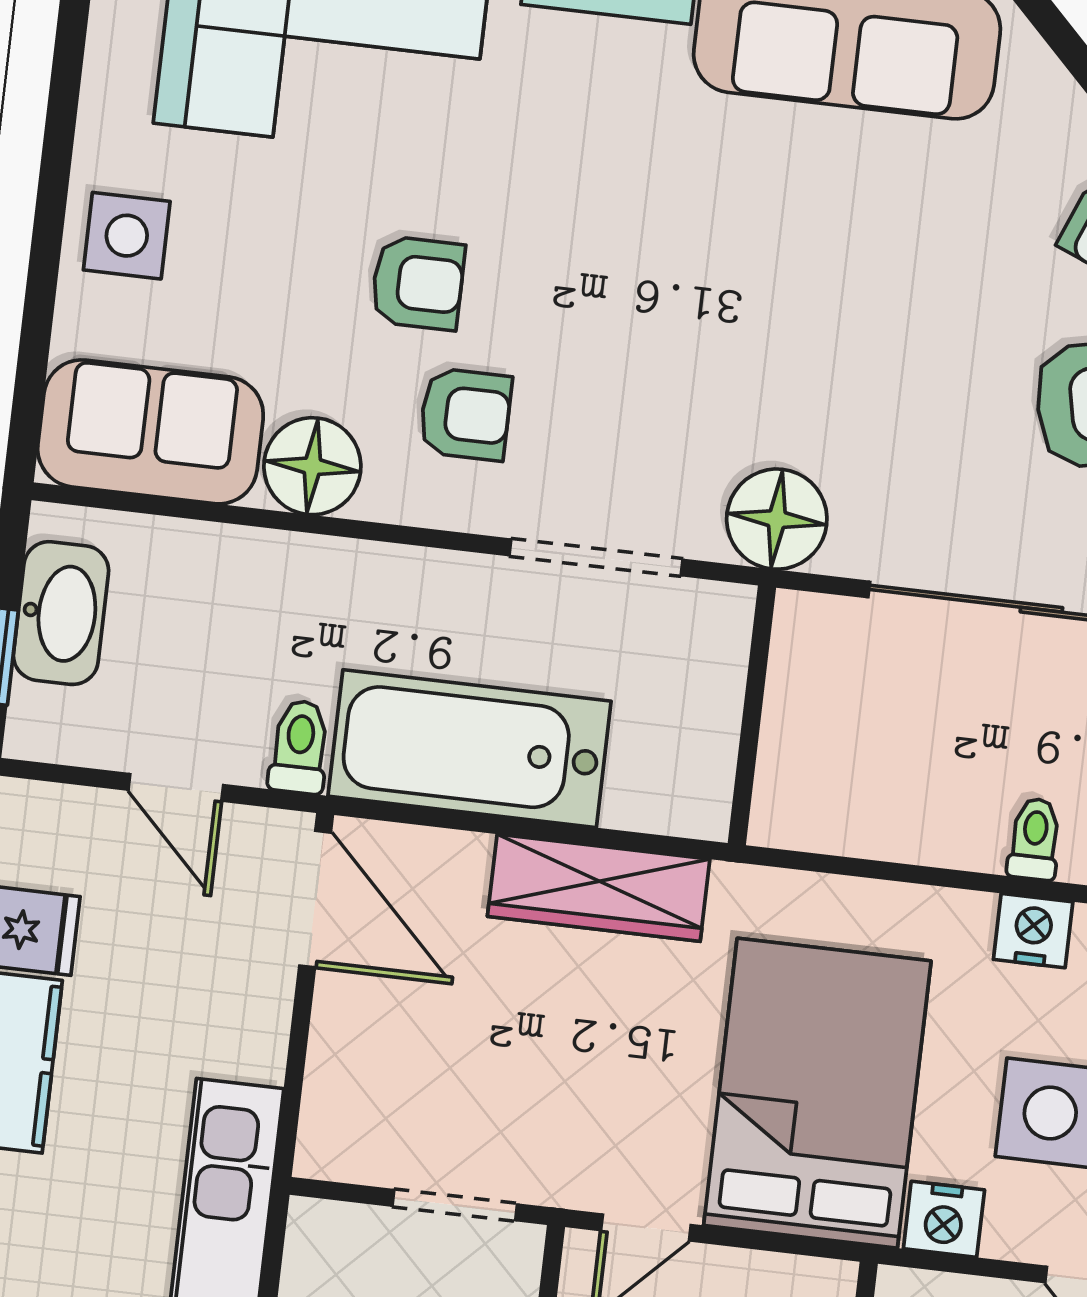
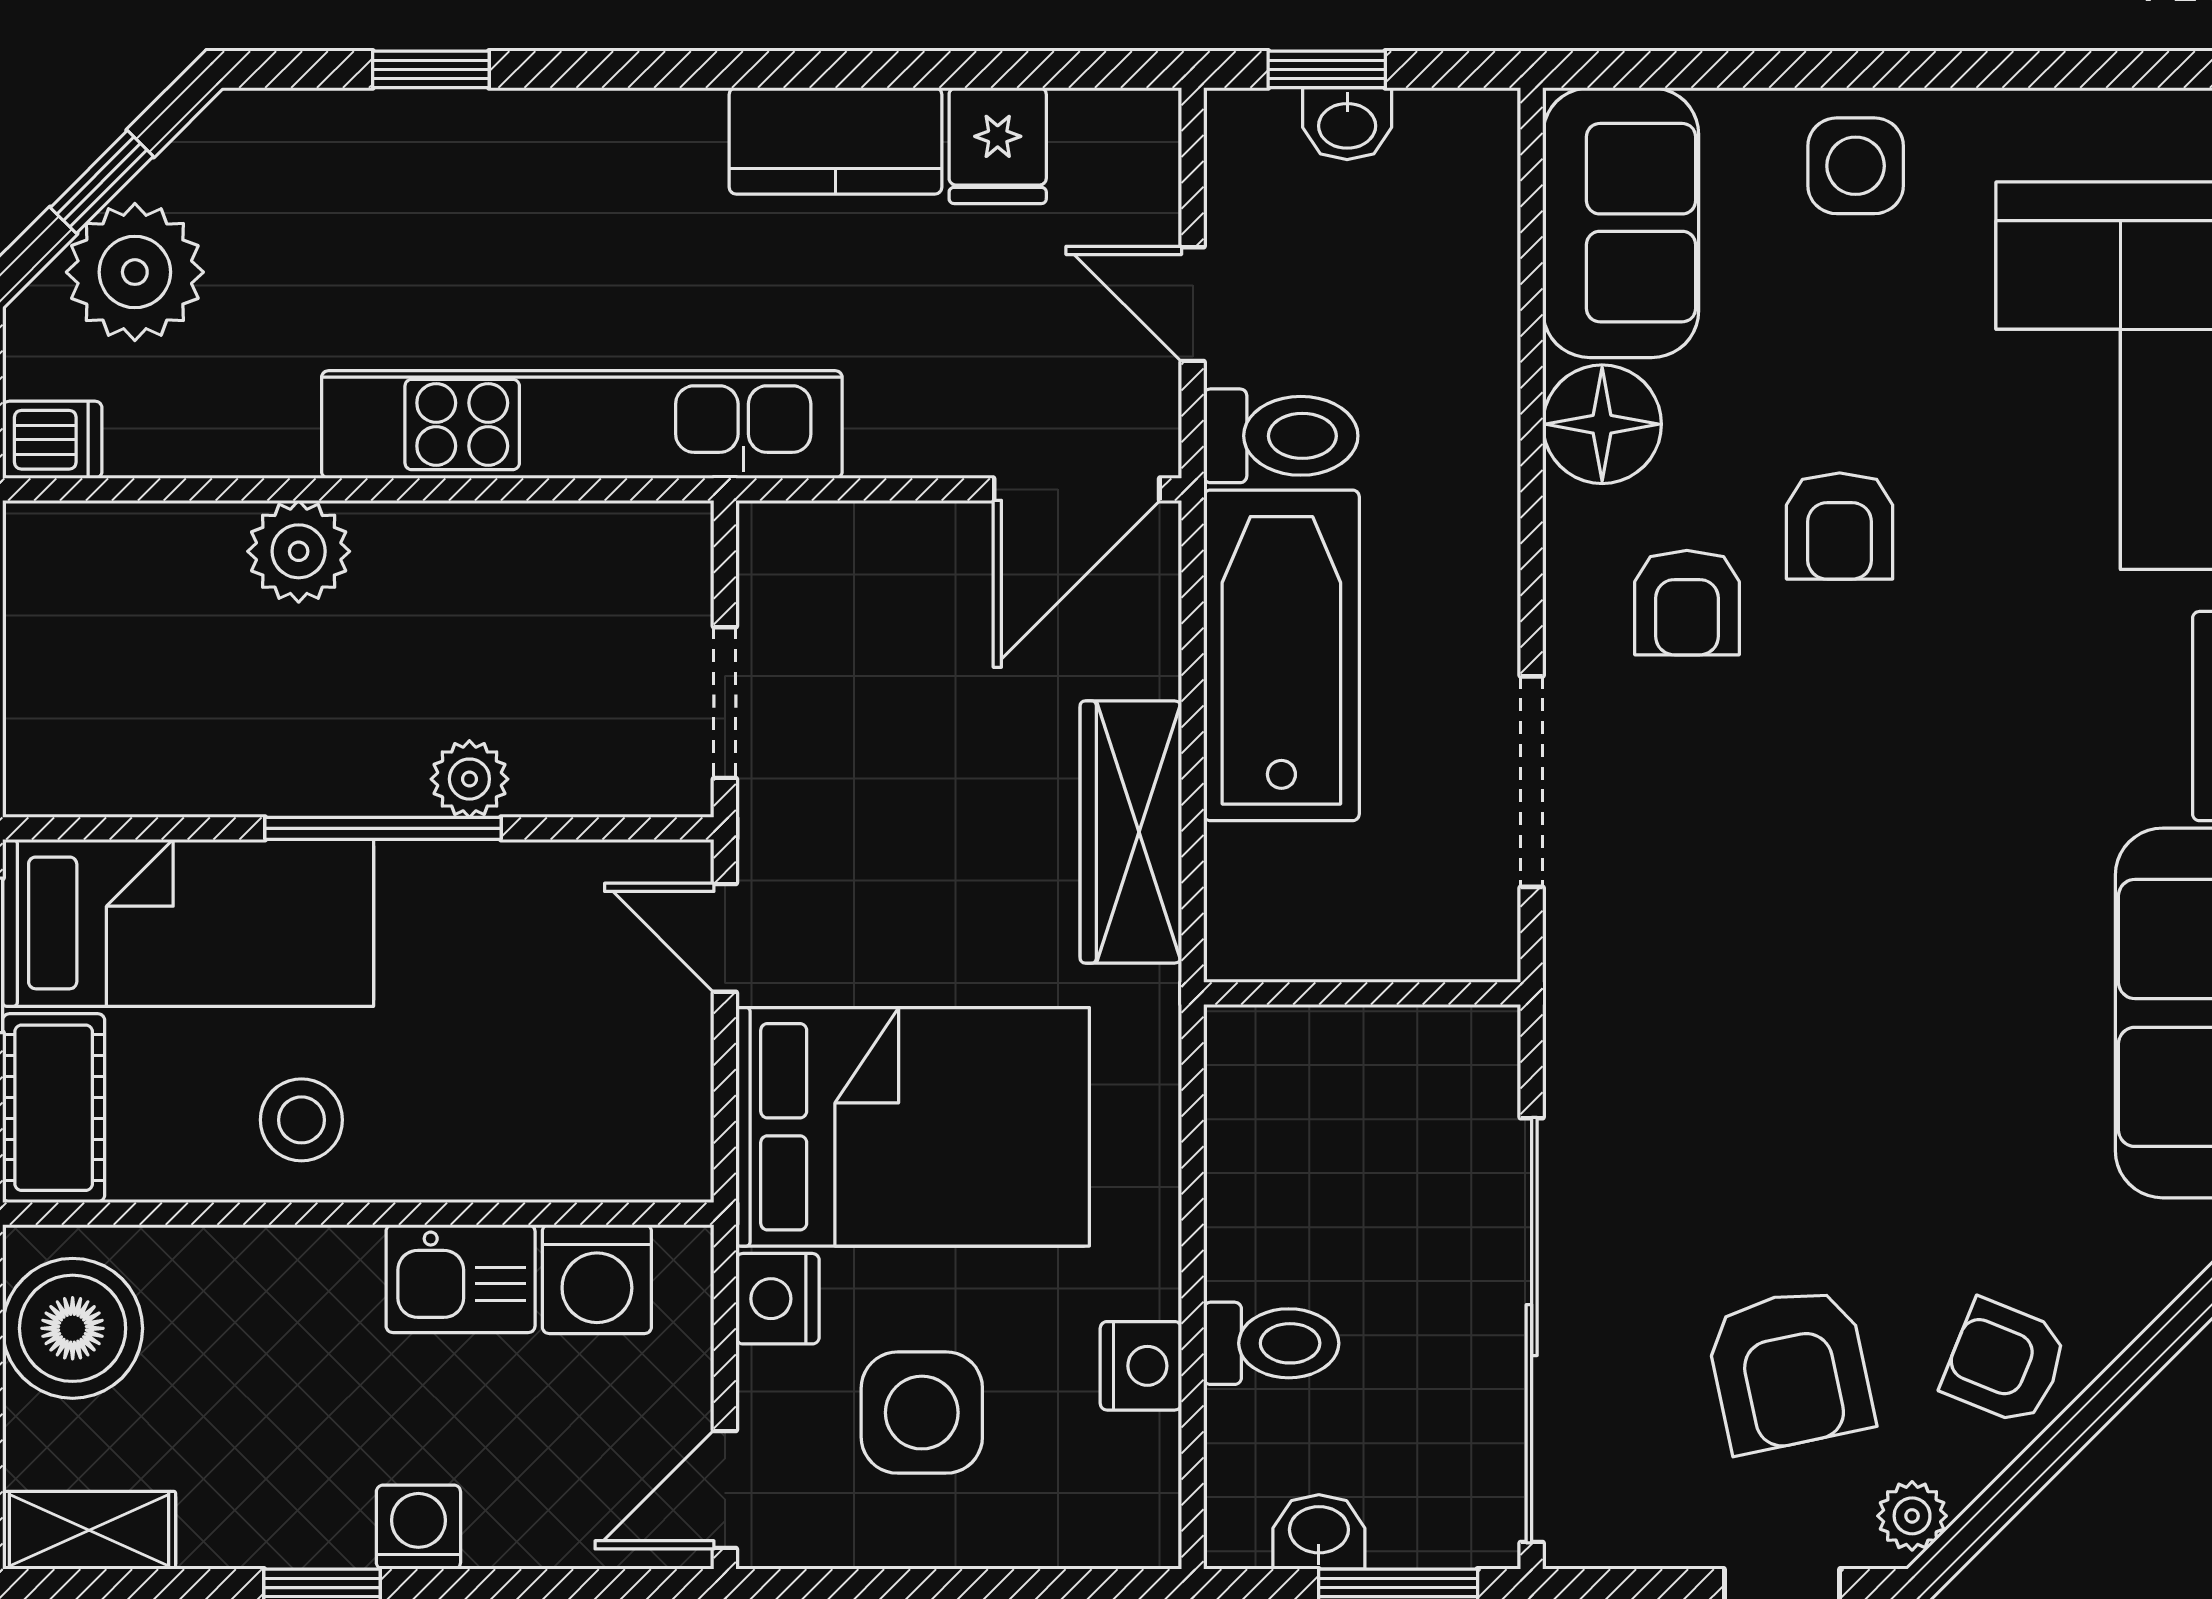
floor lamp: (777, 519) -> (1604, 996), removed
washbasin: (61, 613) -> (1347, 124), width x0.52, depth x0.69
toilet: (299, 747) -> (1281, 436), width x1.37, depth x1.39
door: (176, 787) -> (1193, 304), hinge flipped
toilet: (1035, 839) -> (1271, 1343), width x1.37, depth x1.39

